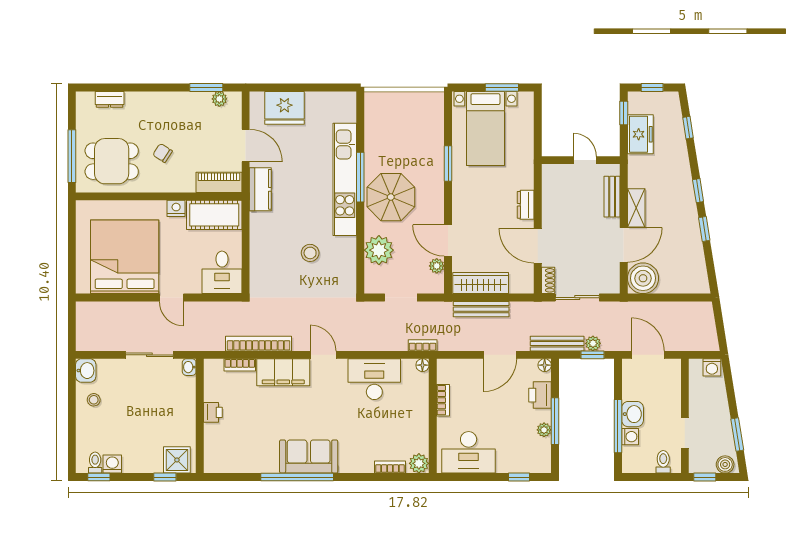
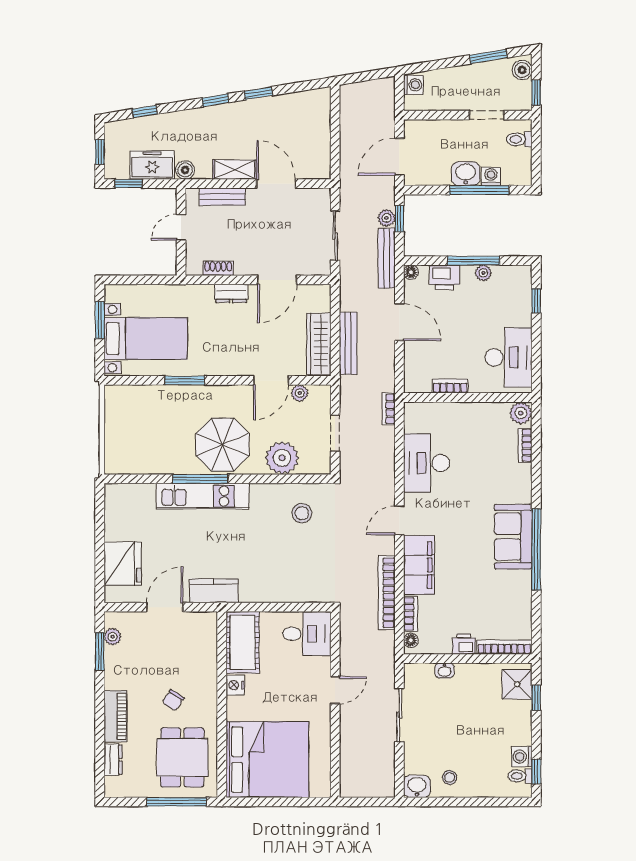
kitchen unit: (345, 179) -> (203, 496), width x0.73
piano: (219, 182) -> (116, 716), moved, turned 180
stool: (310, 253) -> (302, 513), moved
bed: (125, 257) -> (267, 760), moved, turned 180
boiler: (643, 278) -> (185, 170), moved, width x0.54, depth x0.54
shoe rack: (548, 280) -> (218, 268), moved
floor lamp: (422, 365) -> (411, 640), moved
washbasin: (189, 367) -> (445, 670), moved
bookcase: (210, 449) -> (504, 647), added

